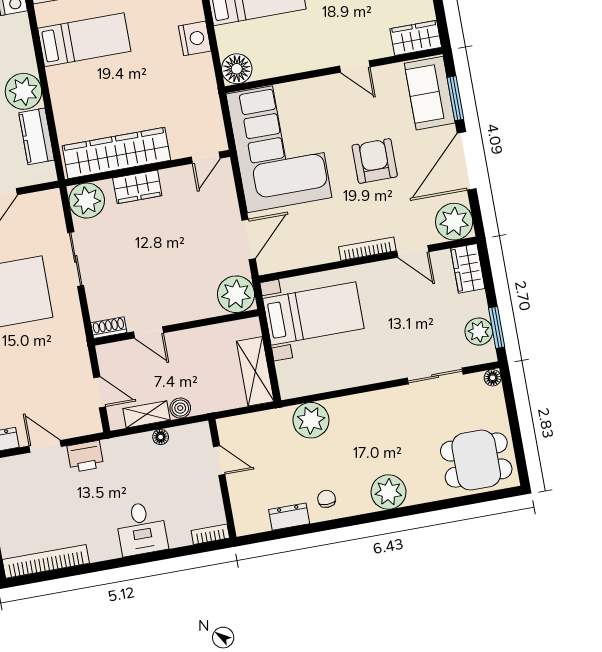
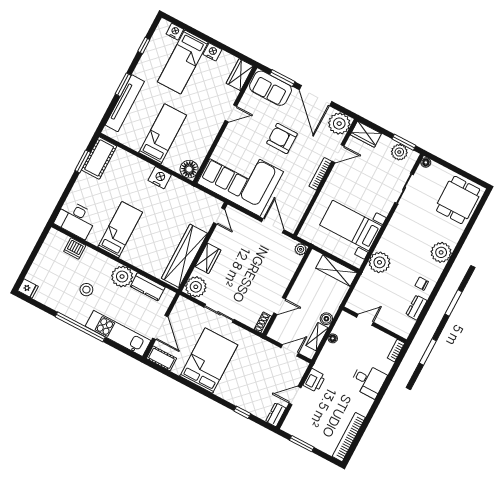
plant: (236, 294) -> (301, 249), width x0.53, depth x0.53
bed with nightstands: (313, 313) -> (351, 226), moved, turned -90

